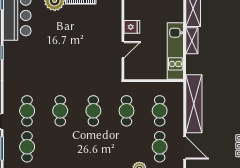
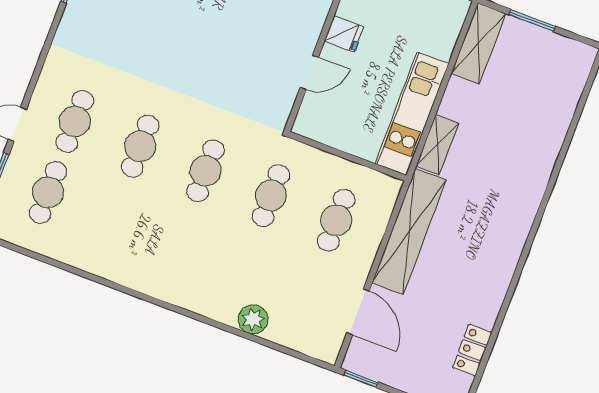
shelving: (192, 41) -> (437, 145), moved
cafe table: (160, 147) -> (309, 291), removed

